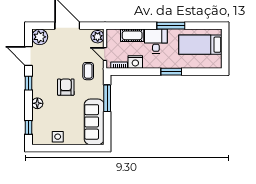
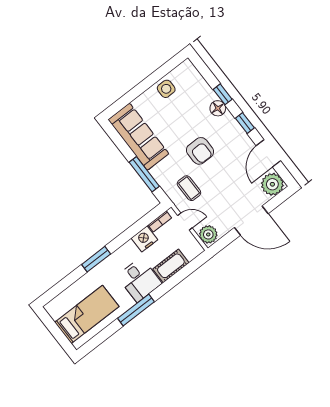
door: (28, 56) -> (268, 153), swing flipped
window: (28, 127) -> (223, 94), moved

